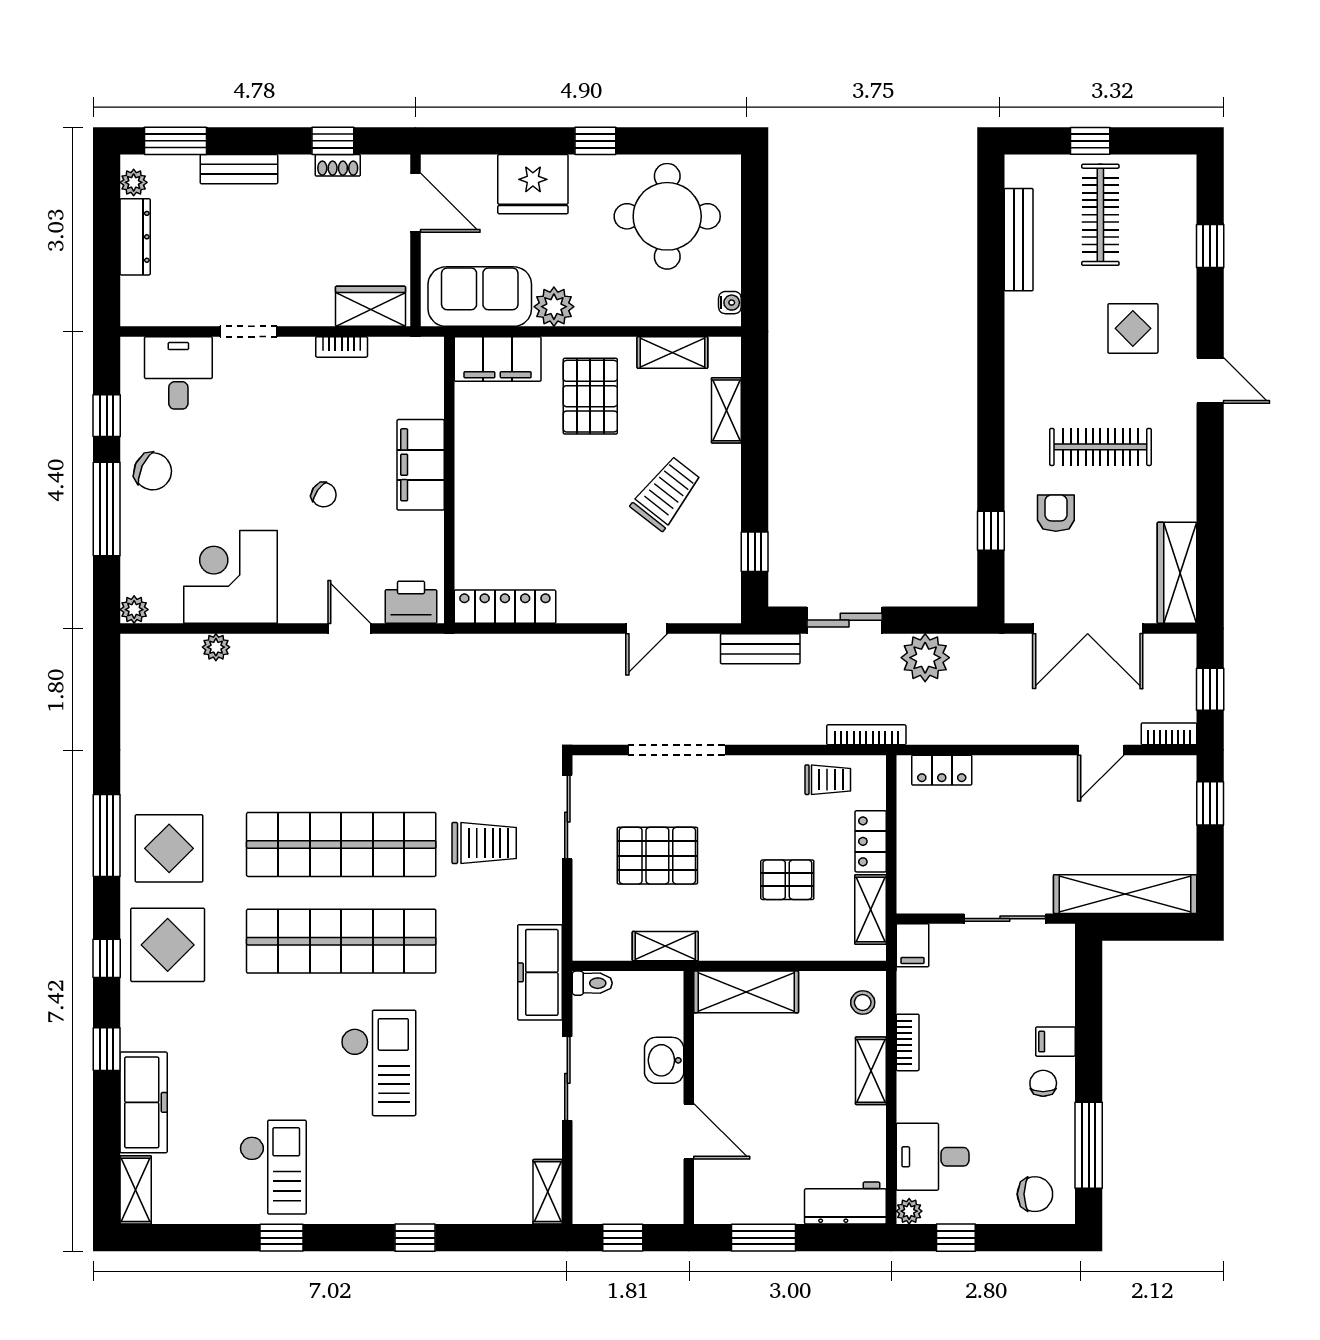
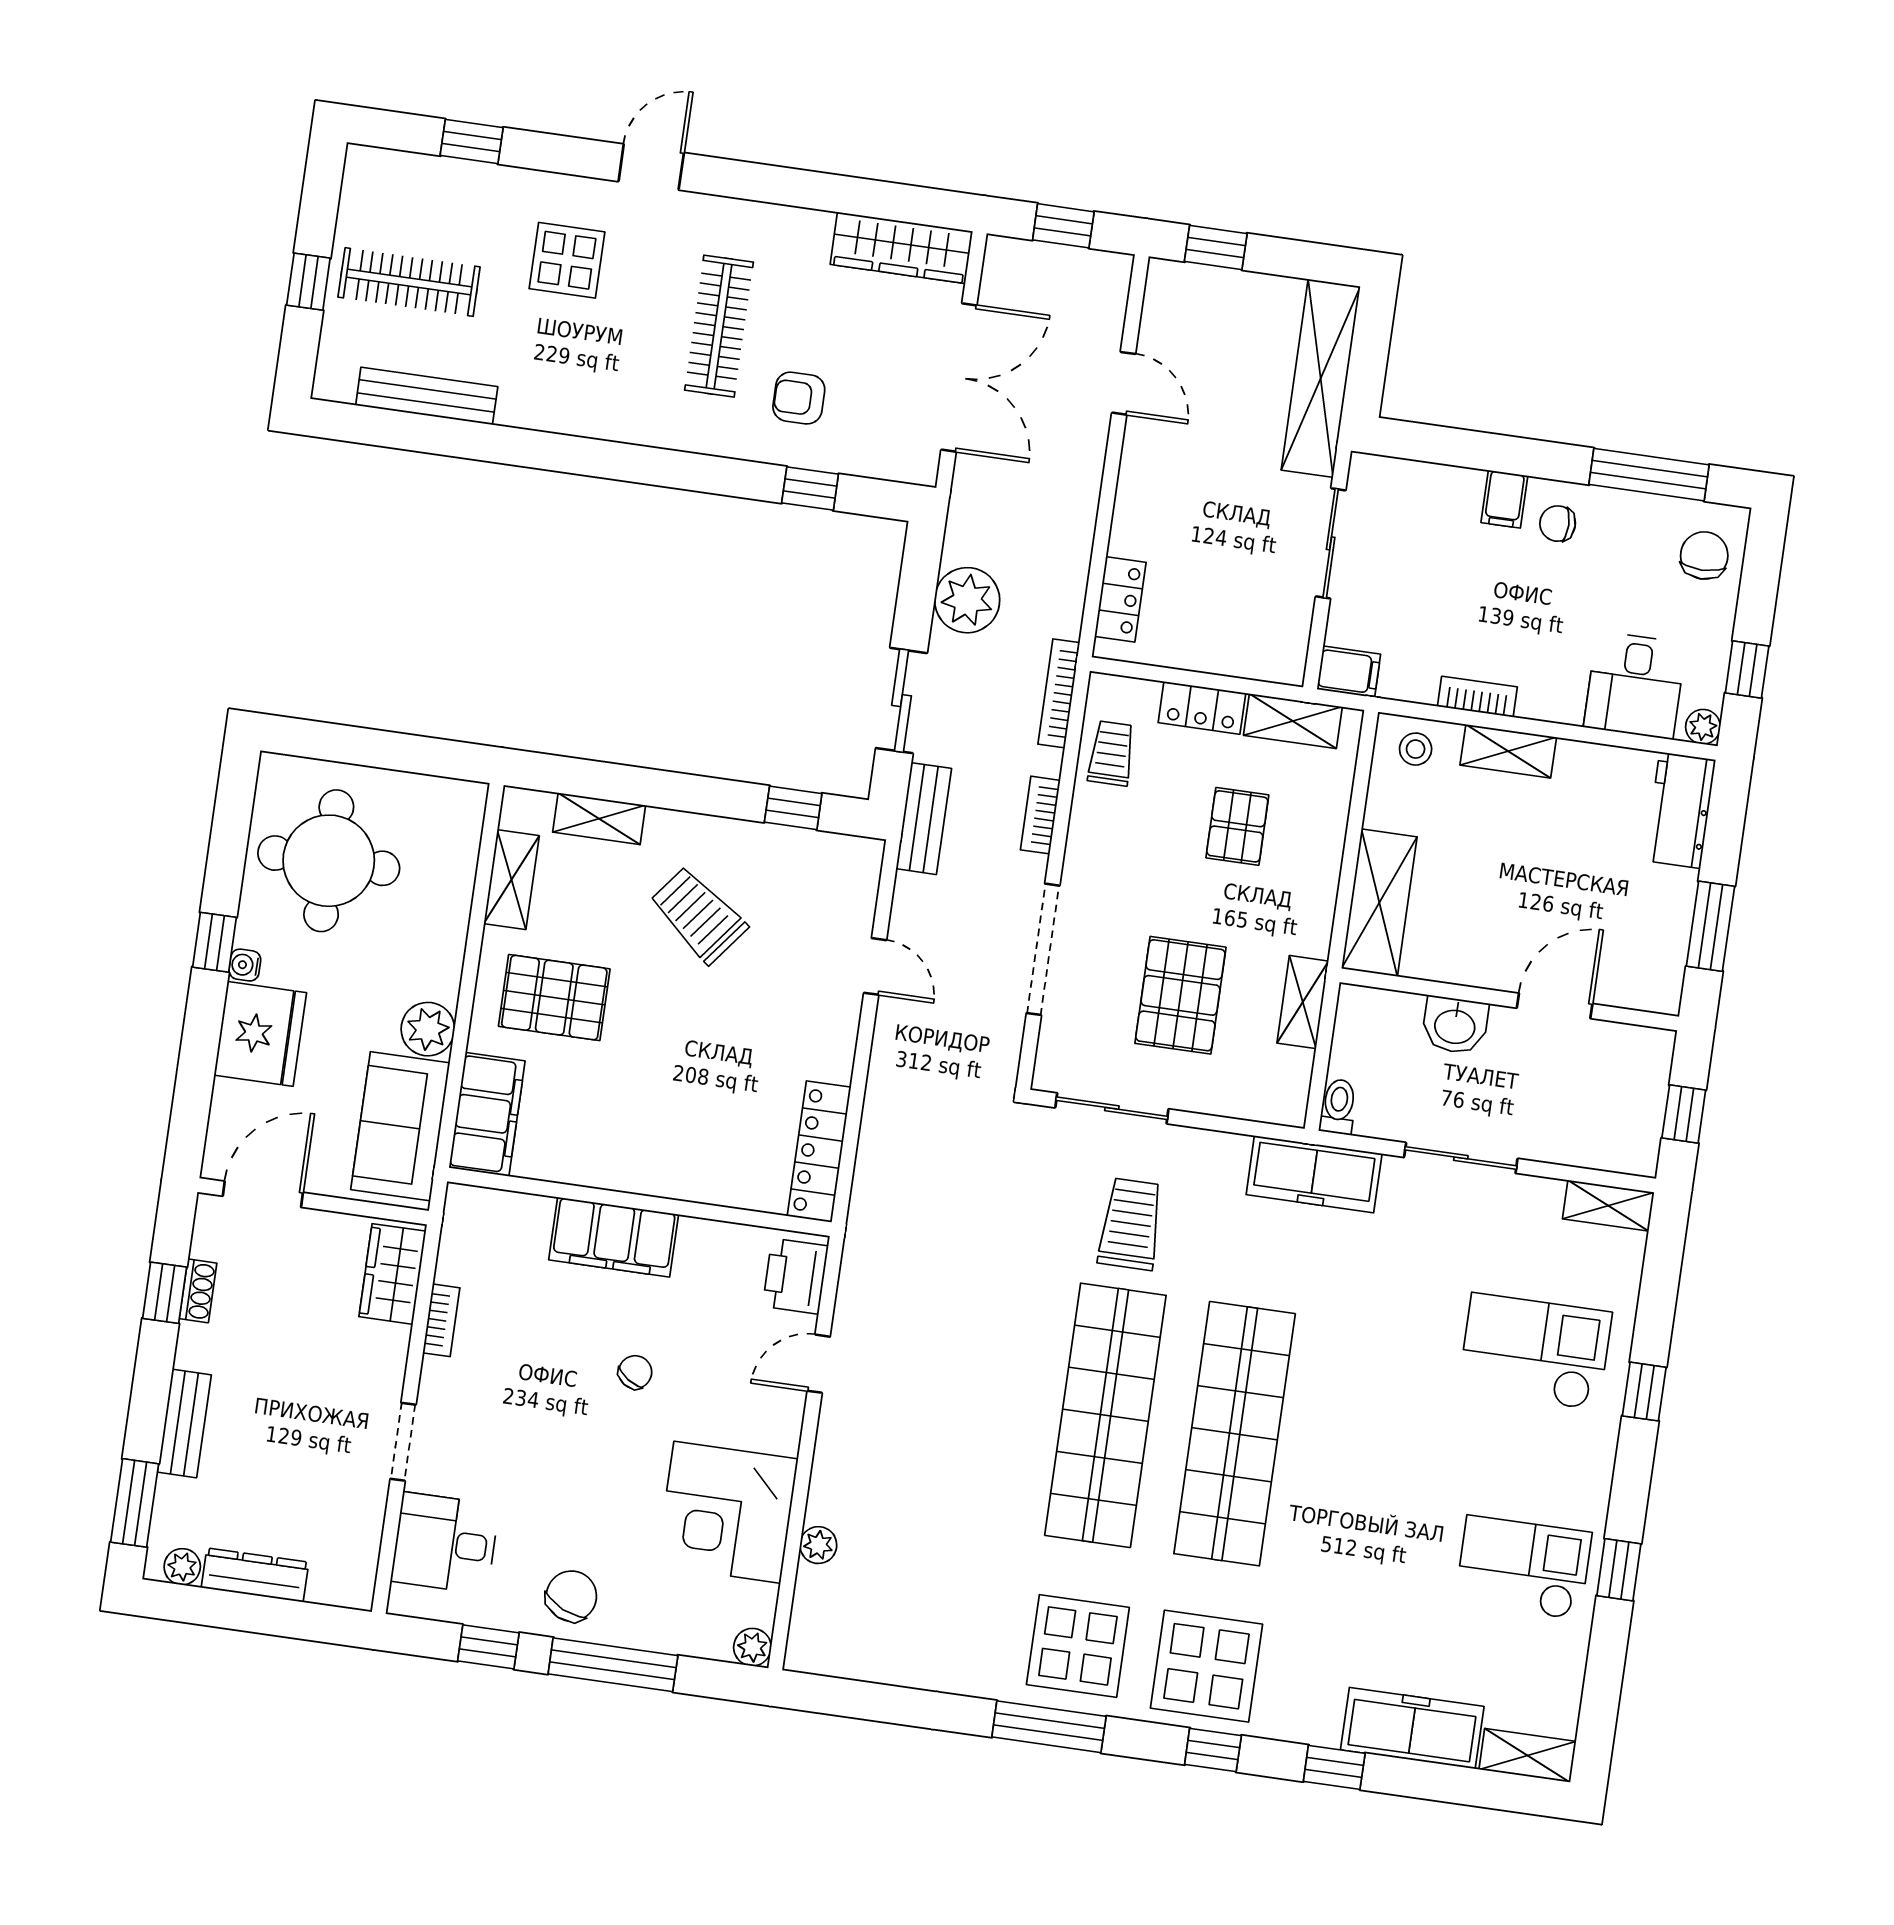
water cooler: (730, 303) -> (245, 965), moved, turned -90
bookcase: (1169, 734) -> (1040, 815), moved
checkout: (378, 1063) -> (1535, 1352), moved

